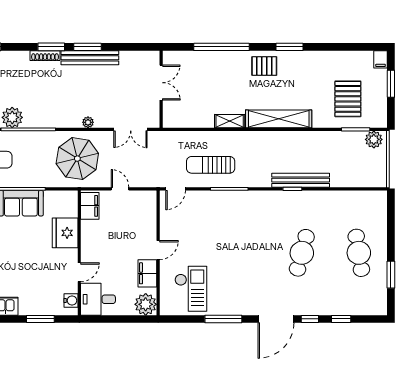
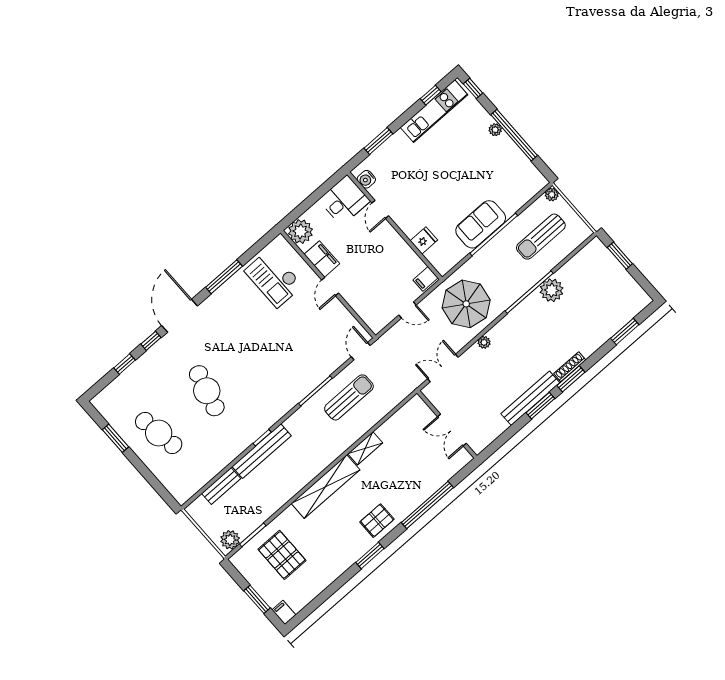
bench: (348, 181) -> (221, 486), added
filing cabinet: (90, 206) -> (426, 279), width x0.50
fridge: (65, 233) -> (424, 240), width x0.53, depth x0.75

